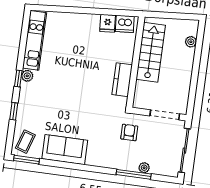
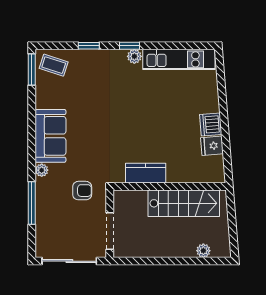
dishwasher: (125, 24) -> (211, 125), moved
sofa: (65, 150) -> (50, 136), moved
plant: (144, 168) -> (42, 170), moved

